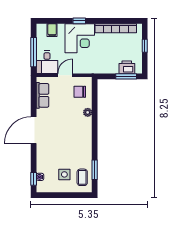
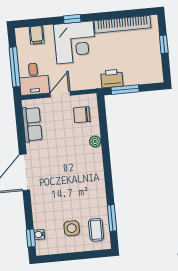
printer: (127, 67) -> (112, 78), moved
window: (126, 76) -> (125, 90), moved

